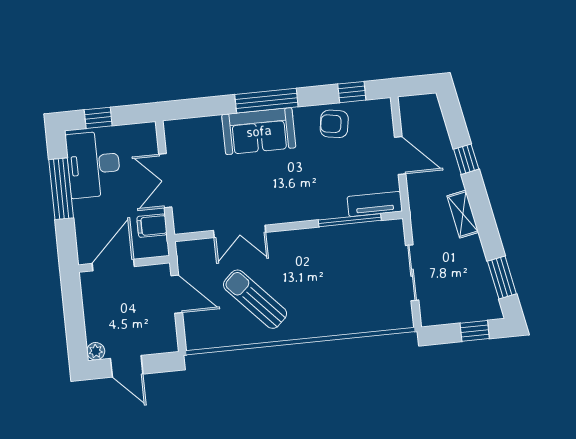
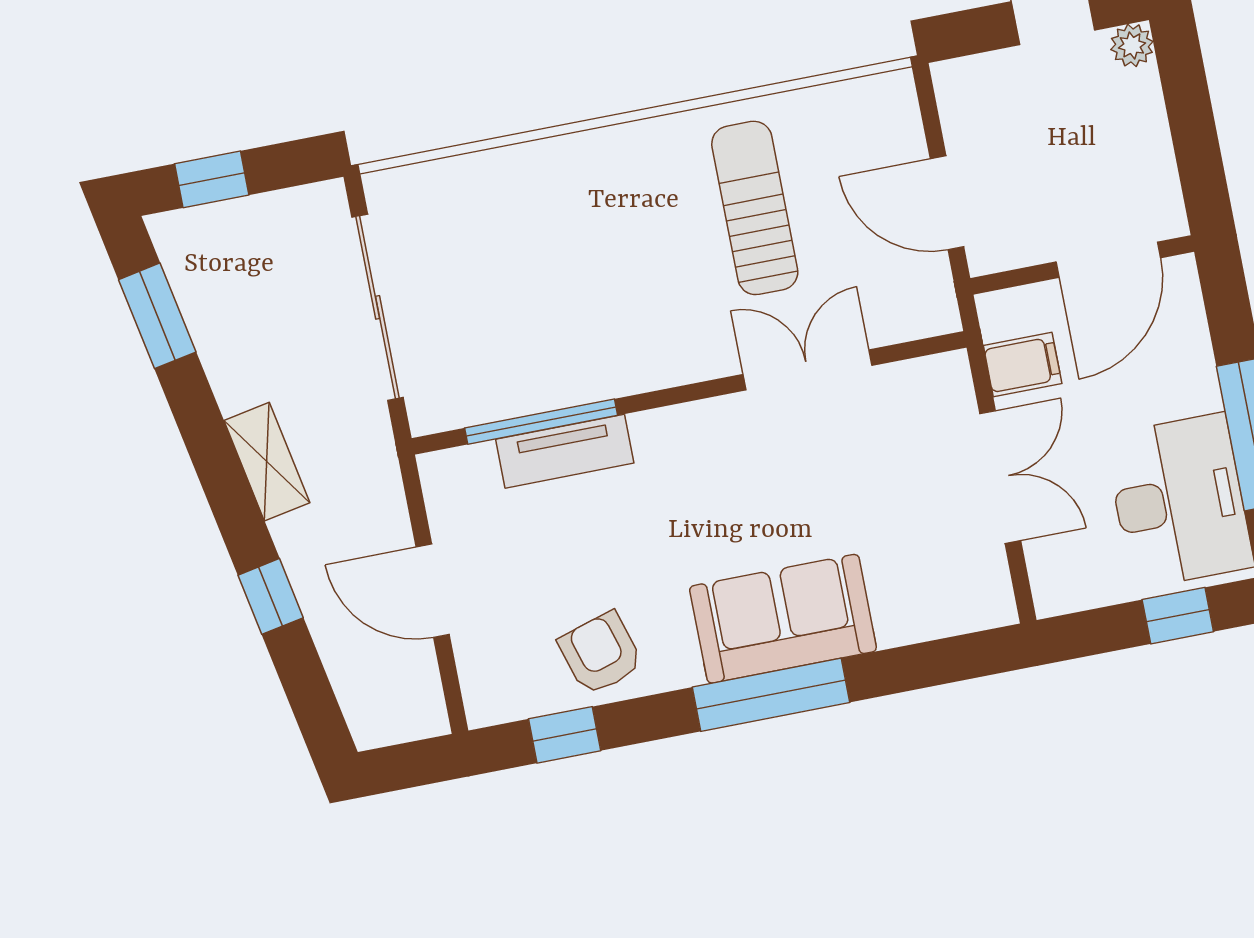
armchair: (334, 124) -> (601, 653), turned -116
tv unit: (375, 204) -> (565, 451), moved
sliding door: (412, 273) -> (378, 307), width x1.37
sun lounger: (255, 299) -> (755, 208), turned -137

